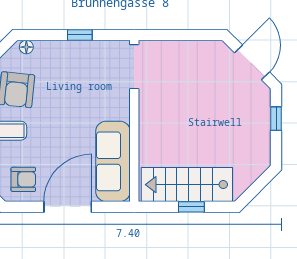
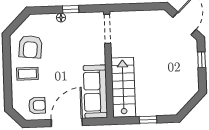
floor lamp: (26, 47) -> (61, 18), moved
stairs: (187, 185) -> (123, 87), moved, turned 90

